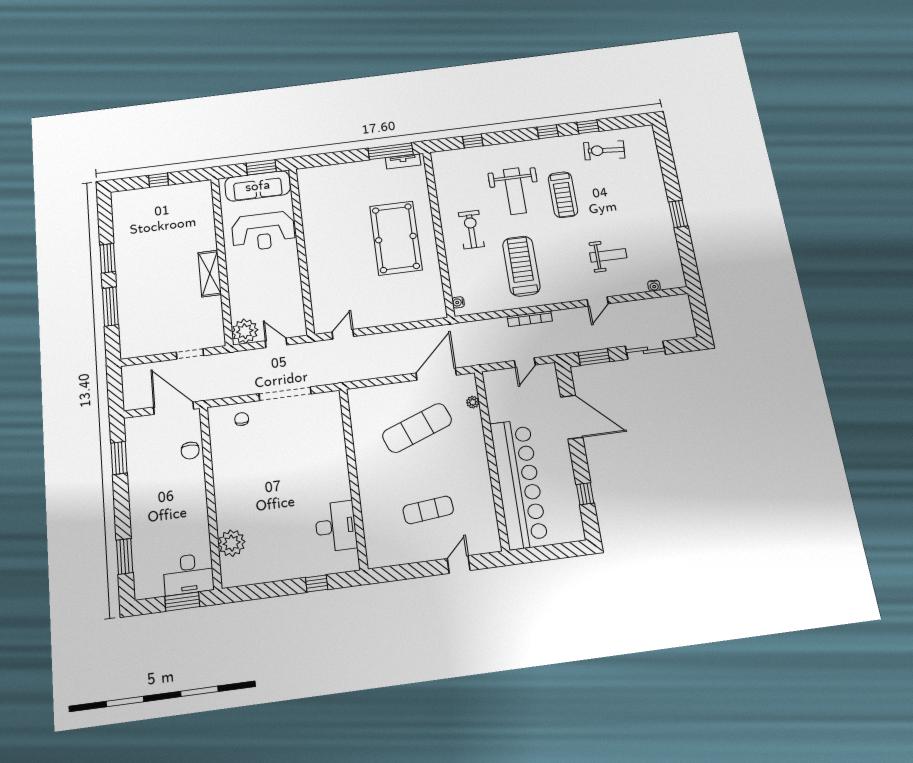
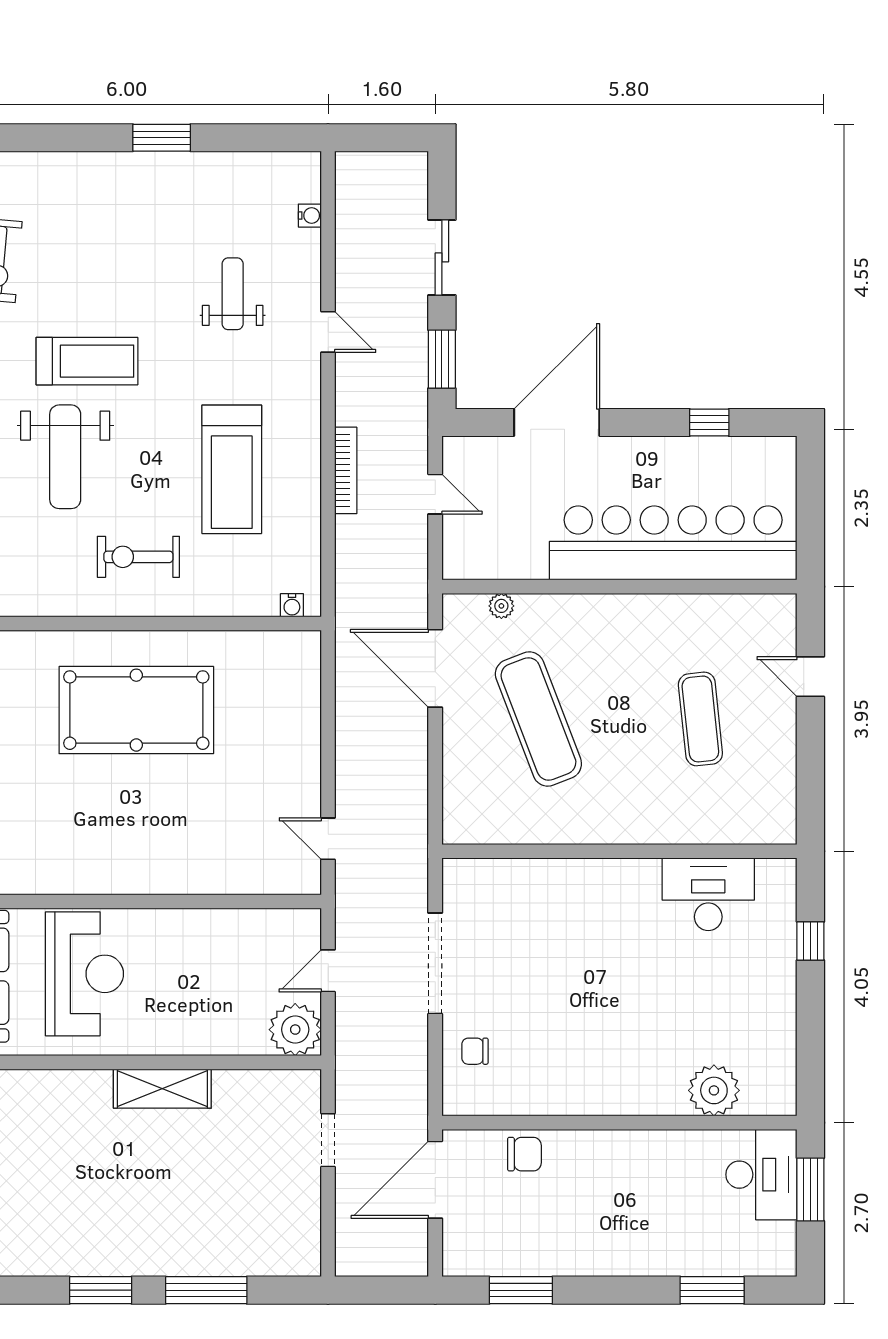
weight bench: (515, 191) -> (65, 457), turned 90
treadmill: (521, 266) -> (232, 469), turned -90

